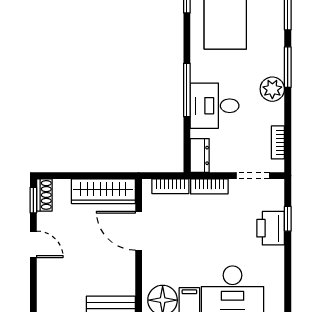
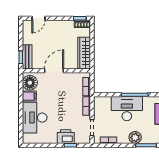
desk: (215, 106) -> (127, 109), width x1.37
dresser: (200, 155) -> (102, 101), removed
door: (139, 231) -> (54, 71), moved
door: (33, 244) -> (38, 18), moved

